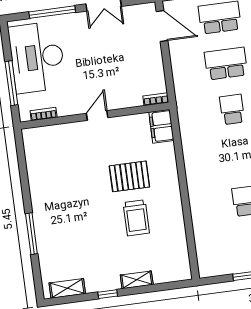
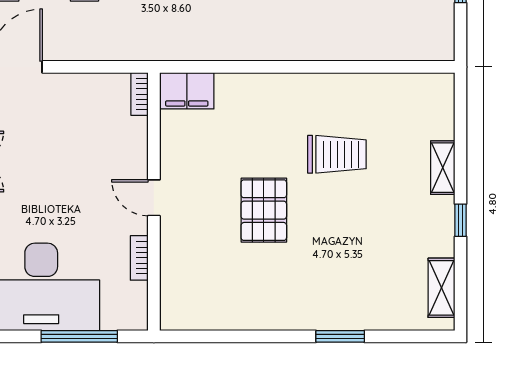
bookcase: (44, 114) -> (139, 258), moved
pallet: (129, 176) -> (264, 210), moved
window: (31, 234) -> (340, 336), width x0.69

